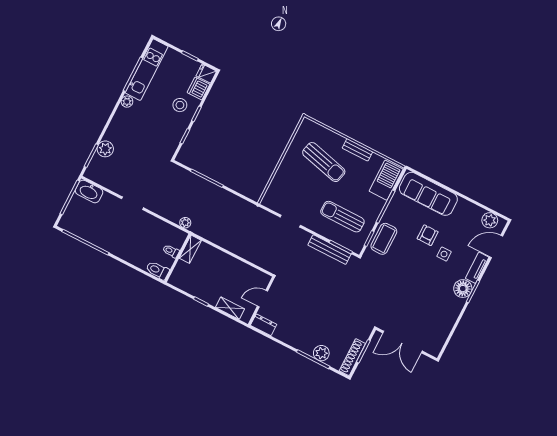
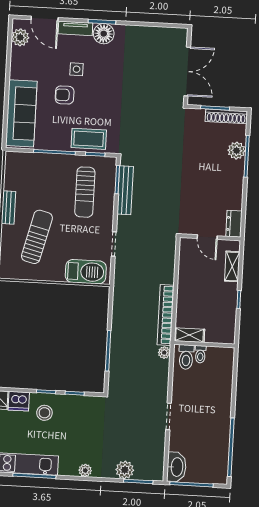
plant: (127, 102) -> (85, 470), moved
barbecue: (386, 180) -> (86, 272), moved, turned 180
bookcase: (215, 237) -> (166, 315), added
toilet: (158, 270) -> (186, 357), moved

